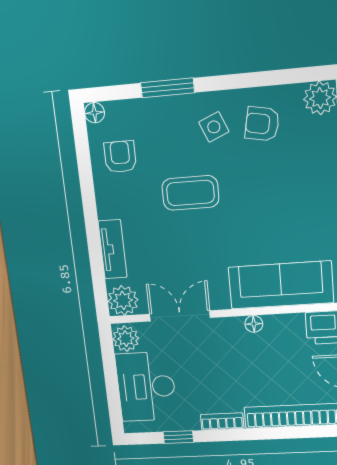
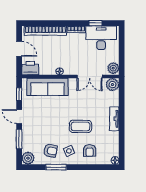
window: (168, 88) -> (56, 167), moved
armchair: (120, 157) -> (90, 150), moved
tv unit: (113, 249) -> (114, 119), moved
desk: (146, 387) -> (101, 38), moved, turned -90

